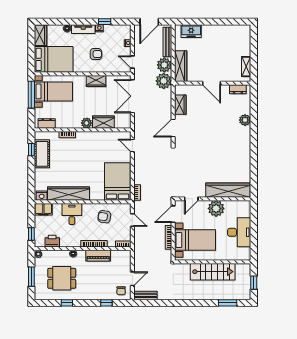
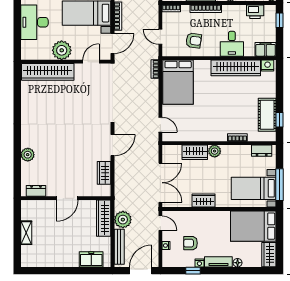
armchair: (96, 54) -> (190, 243), moved
shelving: (246, 67) -> (26, 233), moved
plant: (164, 81) -> (124, 201), removed
door: (211, 83) -> (67, 198), swing flipped

